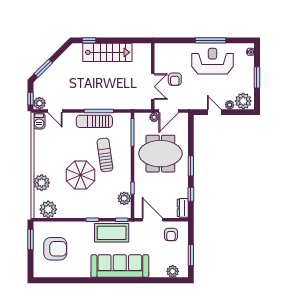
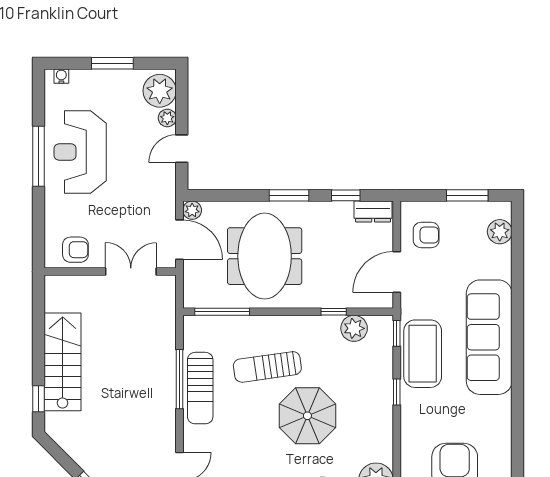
armchair: (175, 79) -> (75, 250), moved
plant: (154, 117) -> (192, 210), moved

